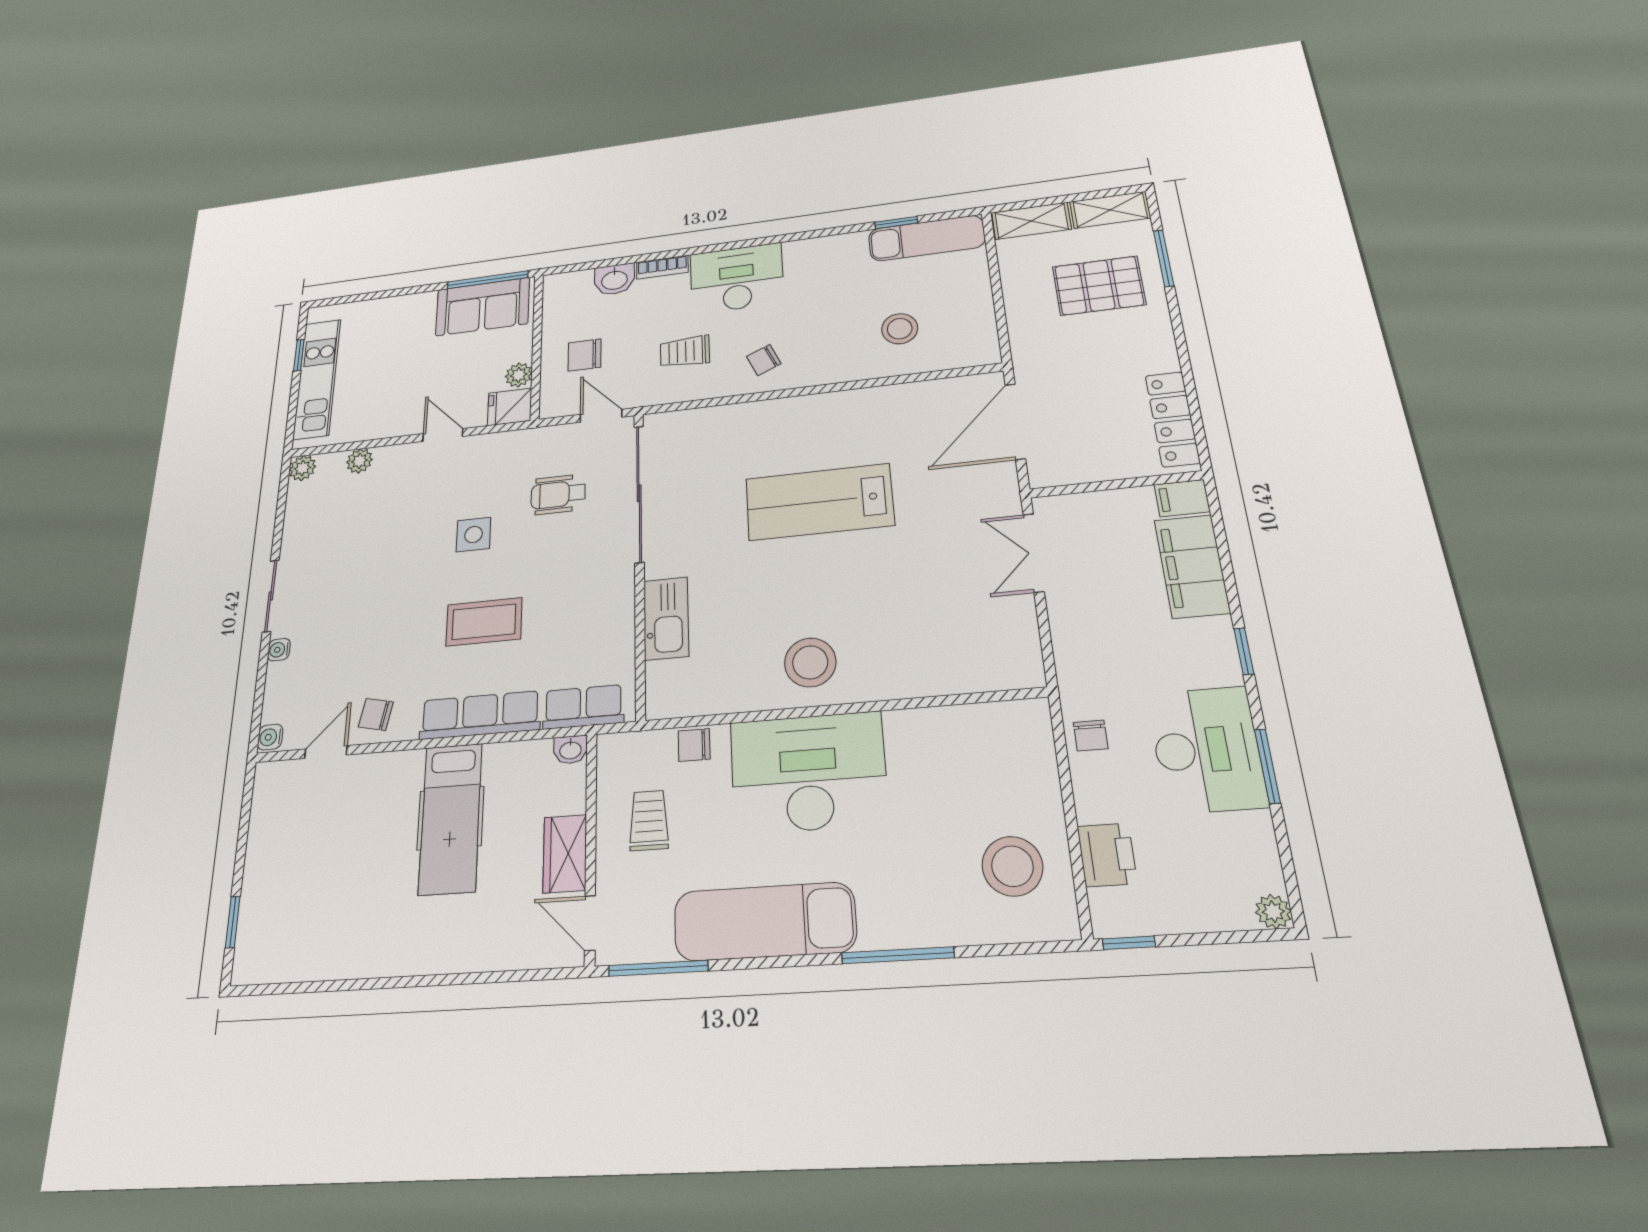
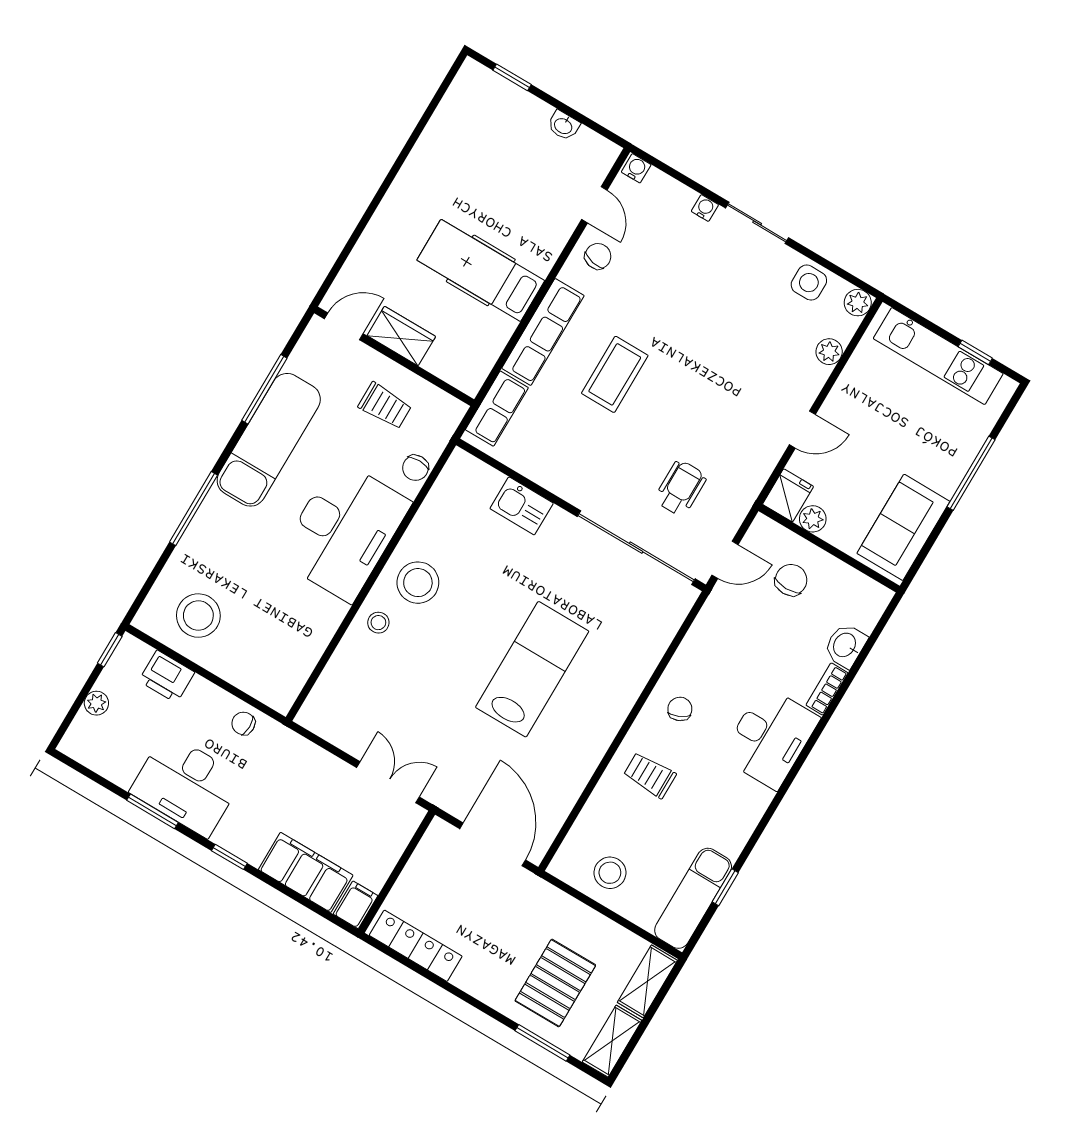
window: (488, 280) -> (971, 473), moved
stool: (900, 329) -> (610, 873), moved
trolley: (685, 352) -> (650, 775), moved, turned -90
side table: (473, 535) -> (809, 283), moved
kitchen sink: (666, 618) -> (522, 506), width x0.73
stool: (879, 672) -> (378, 623), added
chair: (694, 745) -> (415, 468), turned 180
washbasin: (570, 750) -> (563, 126), moved, turned -90
plant: (1273, 912) -> (96, 703), moved
window: (658, 968) -> (264, 389), moved

